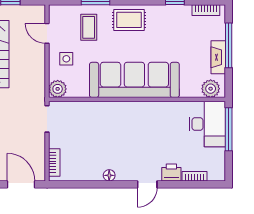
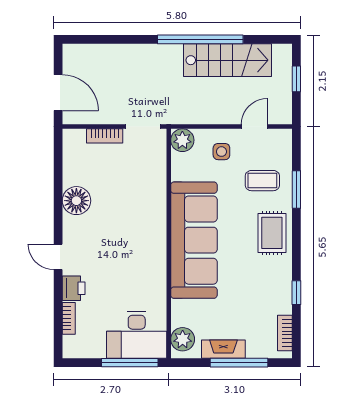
bookcase: (54, 163) -> (105, 136), moved
floor lamp: (109, 175) -> (76, 201), width x1.89, depth x1.89
door: (21, 184) -> (58, 93), hinge flipped

